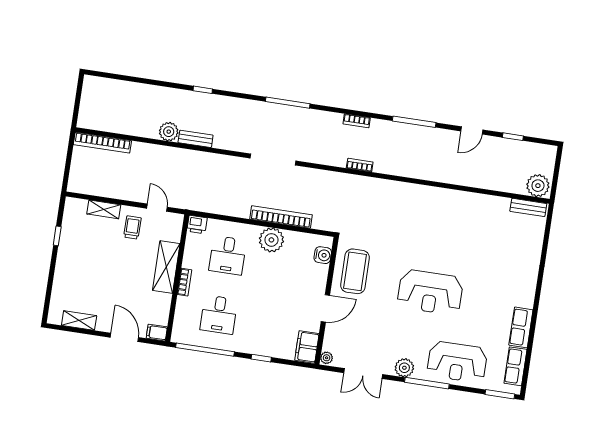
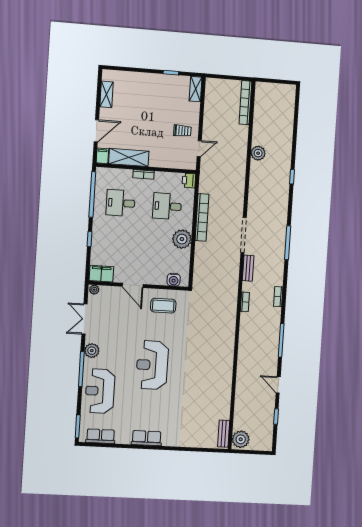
bench: (196, 139) -> (248, 268), moved
shelving: (104, 209) -> (196, 89), moved
bookcase: (281, 217) -> (202, 217), moved
shelving: (166, 267) -> (129, 157), moved
coffee table: (355, 271) -> (163, 306), width x0.73, depth x0.76
row of seats: (521, 327) -> (147, 438), moved

